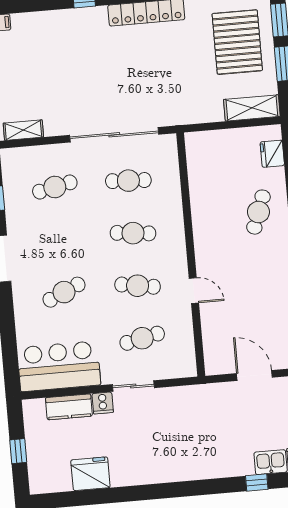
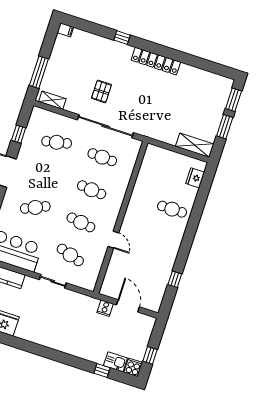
pallet: (237, 42) -> (101, 91), moved, width x0.49, depth x0.50
cafe table: (258, 212) -> (172, 209), turned 70
cafe table: (142, 338) -> (70, 255), turned 30
cooker: (103, 403) -> (105, 308), moved

